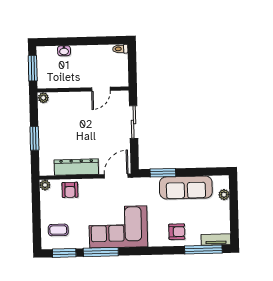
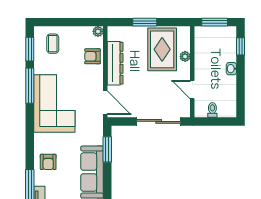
window: (56, 42) -> (241, 46), added
toilet: (120, 49) -> (212, 110), moved
washbasin: (64, 51) -> (231, 69), moved
plant: (43, 98) -> (185, 56), moved
rug: (61, 120) -> (162, 49), added
sliding door: (134, 122) -> (159, 121), width x1.37

